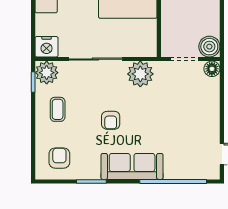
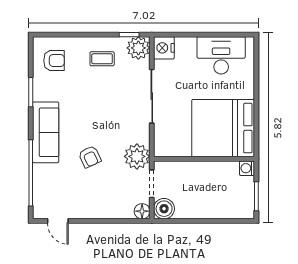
plant: (140, 74) -> (137, 156), moved
armchair: (111, 120) -> (90, 157), moved, turned -115

